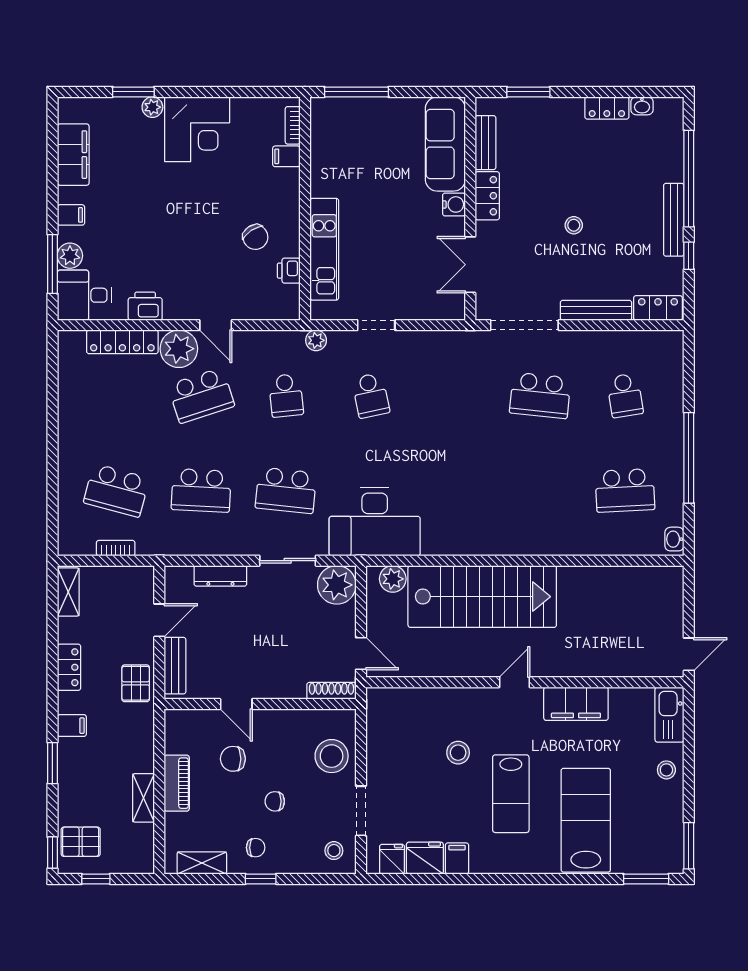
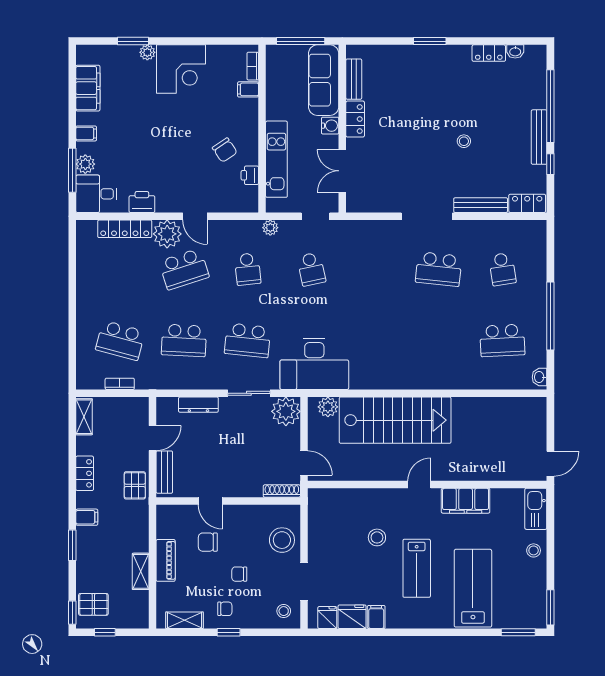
bench: (485, 143) -> (354, 79), moved
sofa: (445, 144) -> (324, 80), moved
locker: (487, 196) -> (355, 119), moved
water cooler: (454, 204) -> (330, 126), moved
wall: (470, 209) -> (342, 129), moved
double door: (470, 265) -> (342, 171), moved

